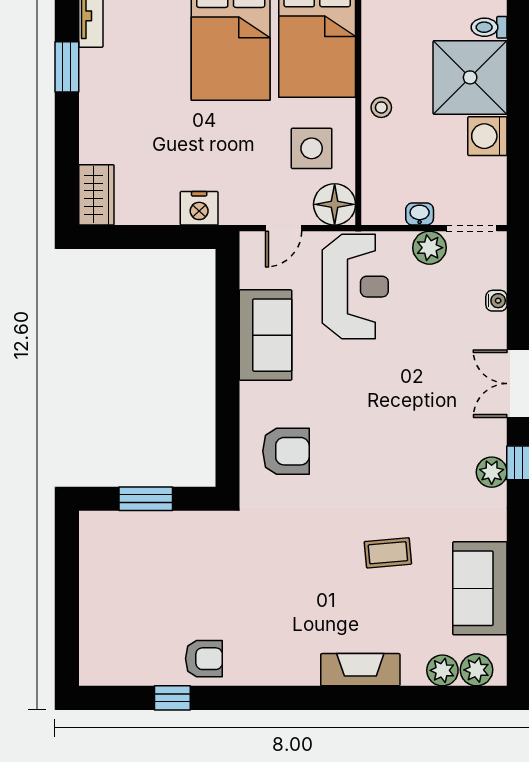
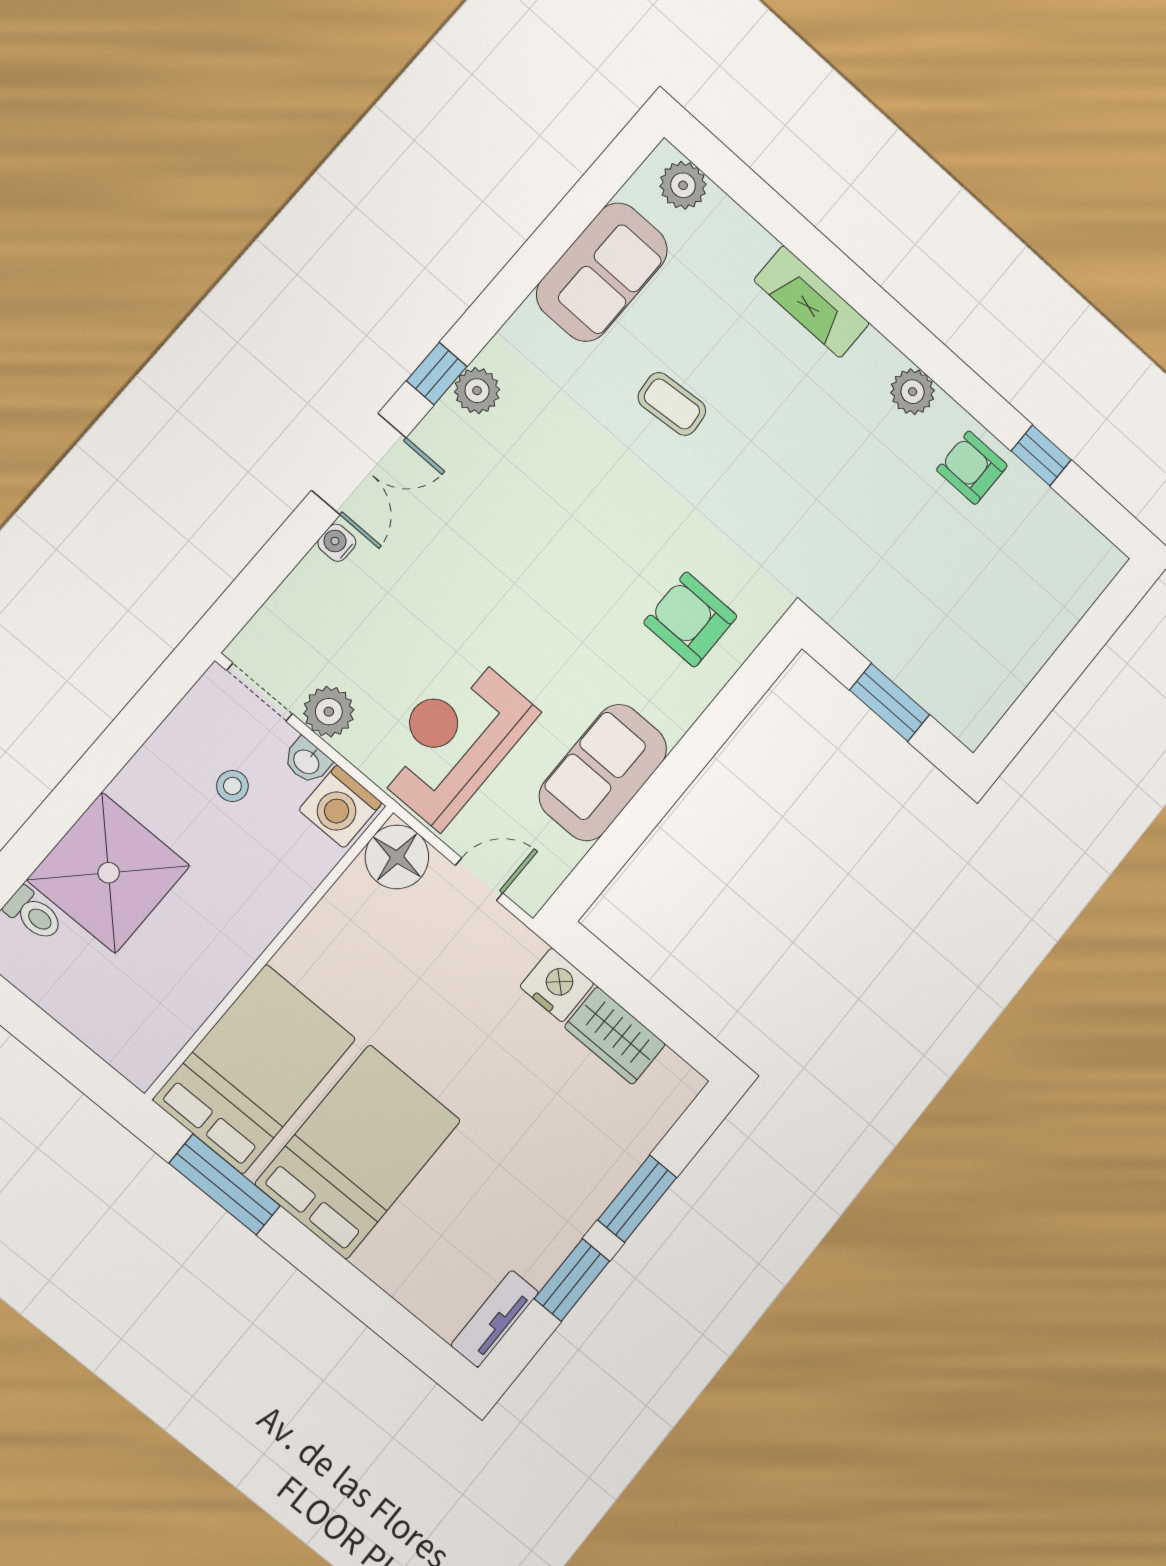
stool: (381, 107) -> (232, 786), moved
window: (67, 135) -> (637, 1199), added
washing machine: (487, 136) -> (340, 806), moved, turned 90
side table: (312, 148) -> (368, 946), removed
wardrobe: (96, 195) -> (615, 1036), moved, turned -90
water cooler: (496, 301) -> (337, 543), moved
plant: (442, 670) -> (913, 392), moved

